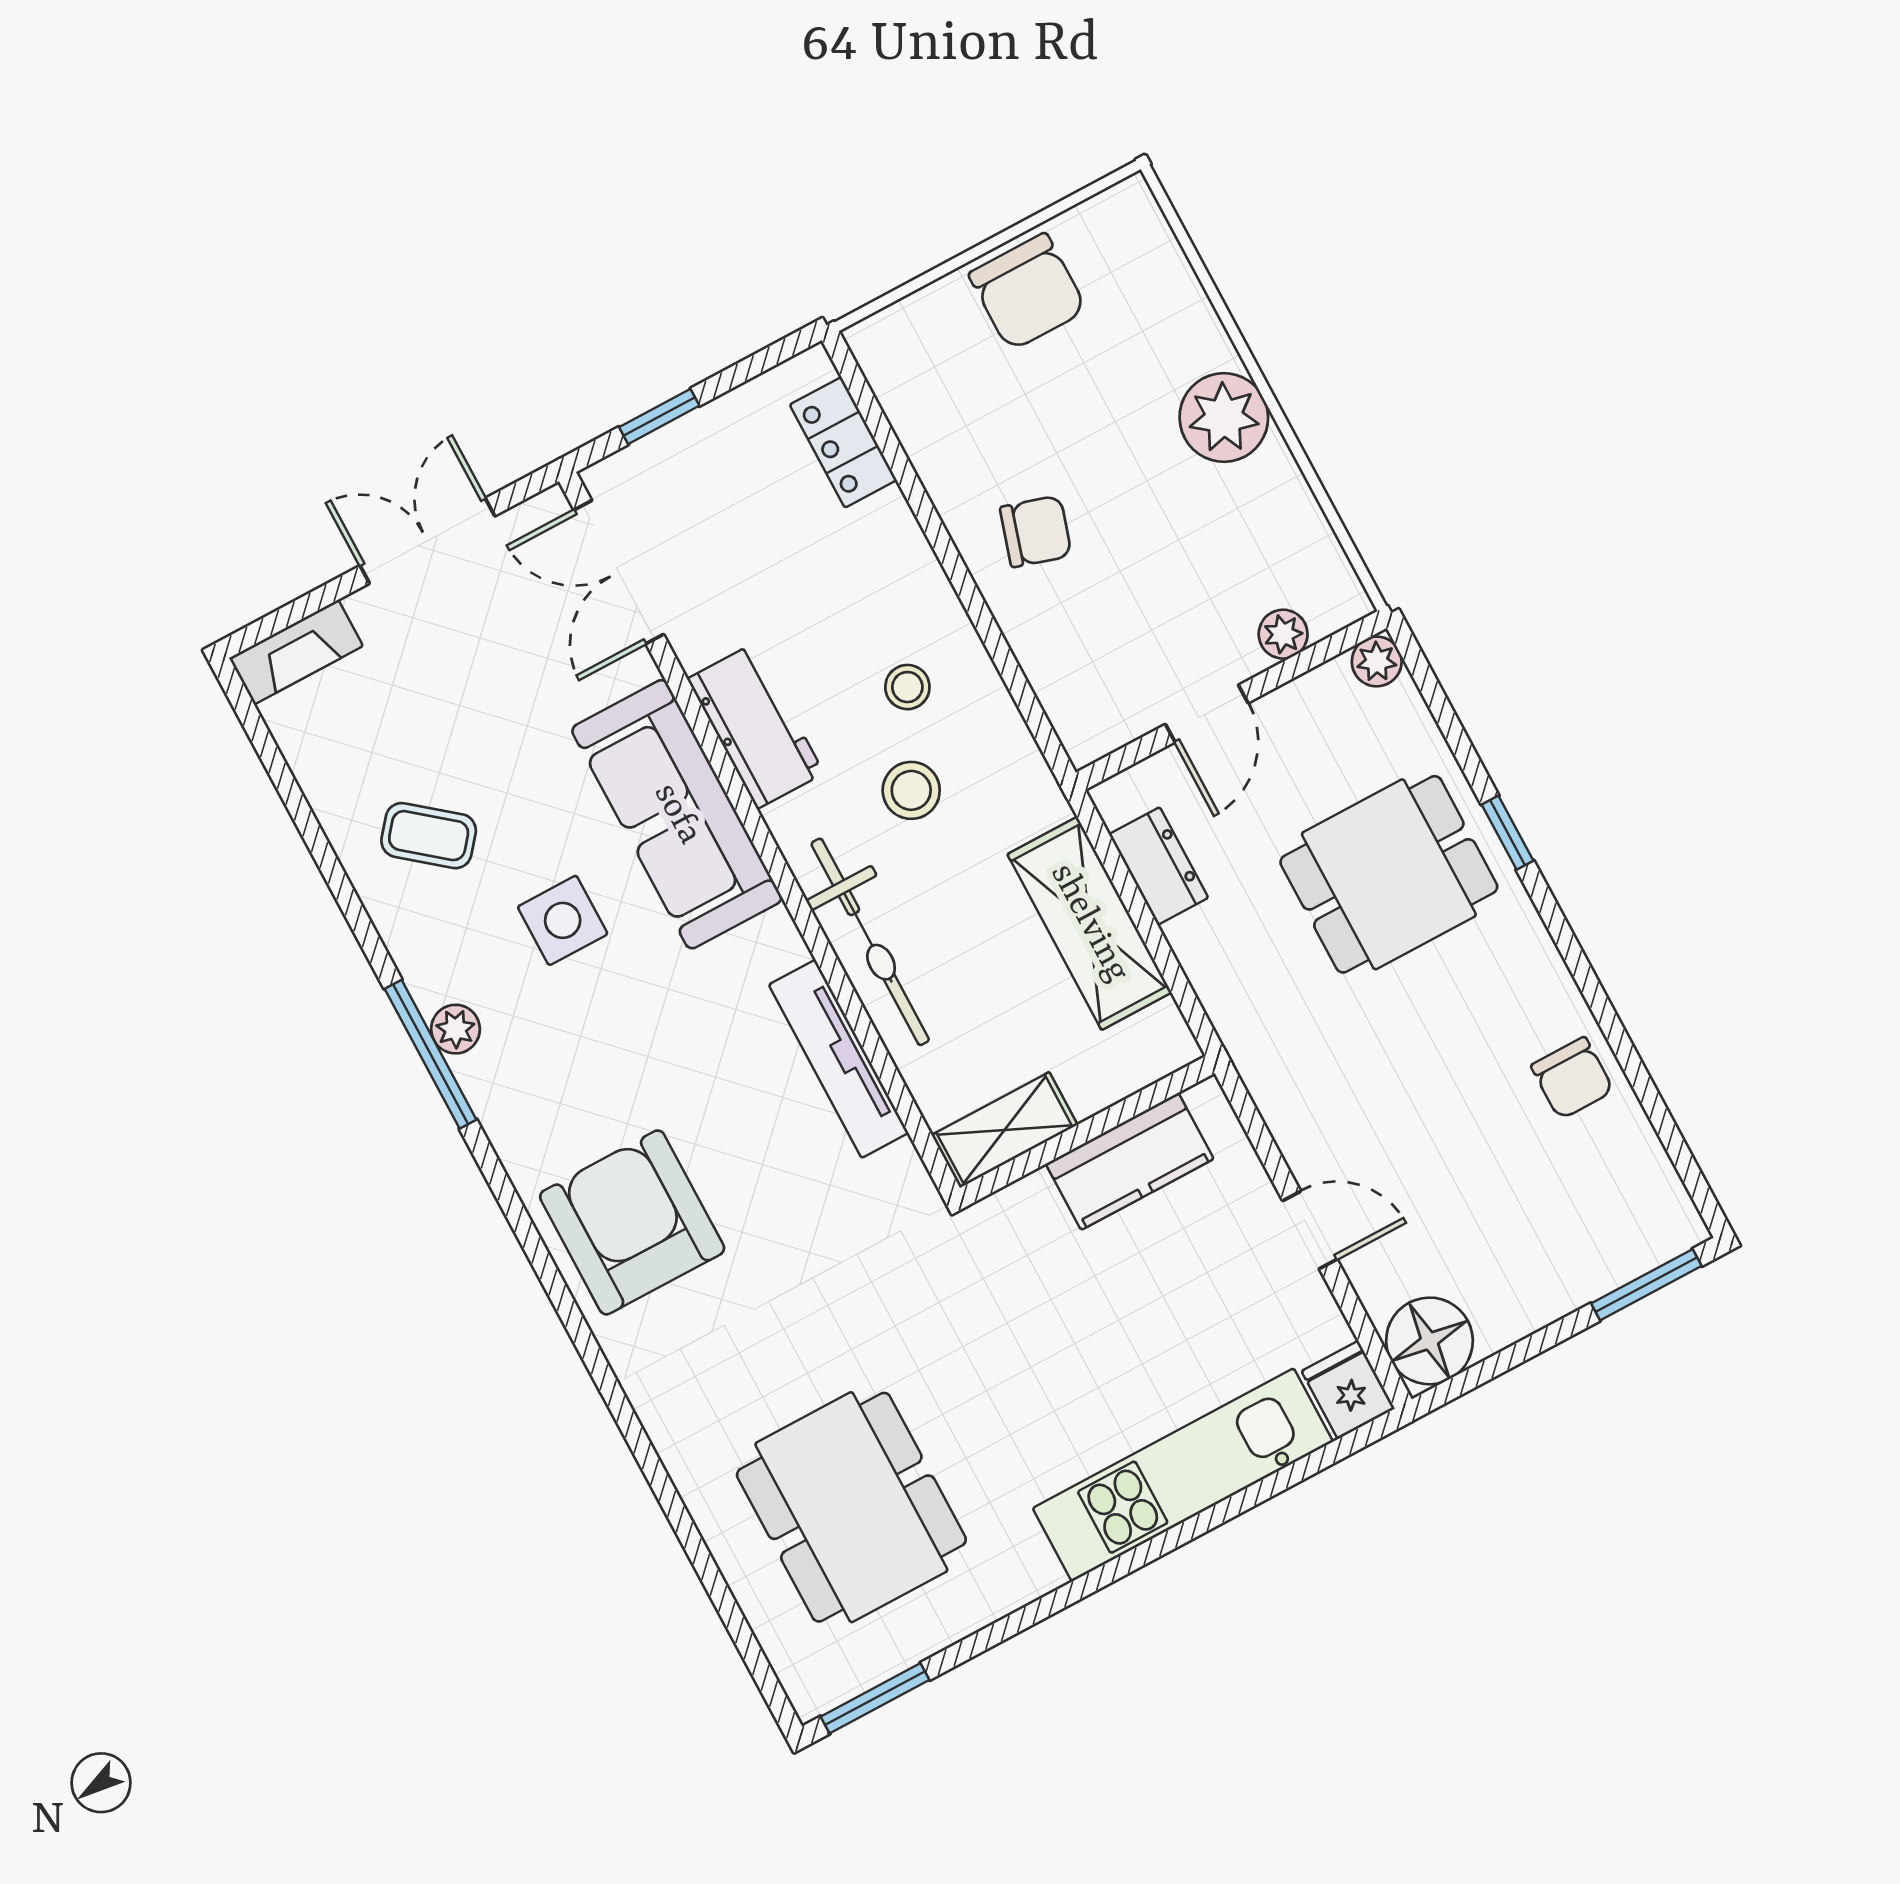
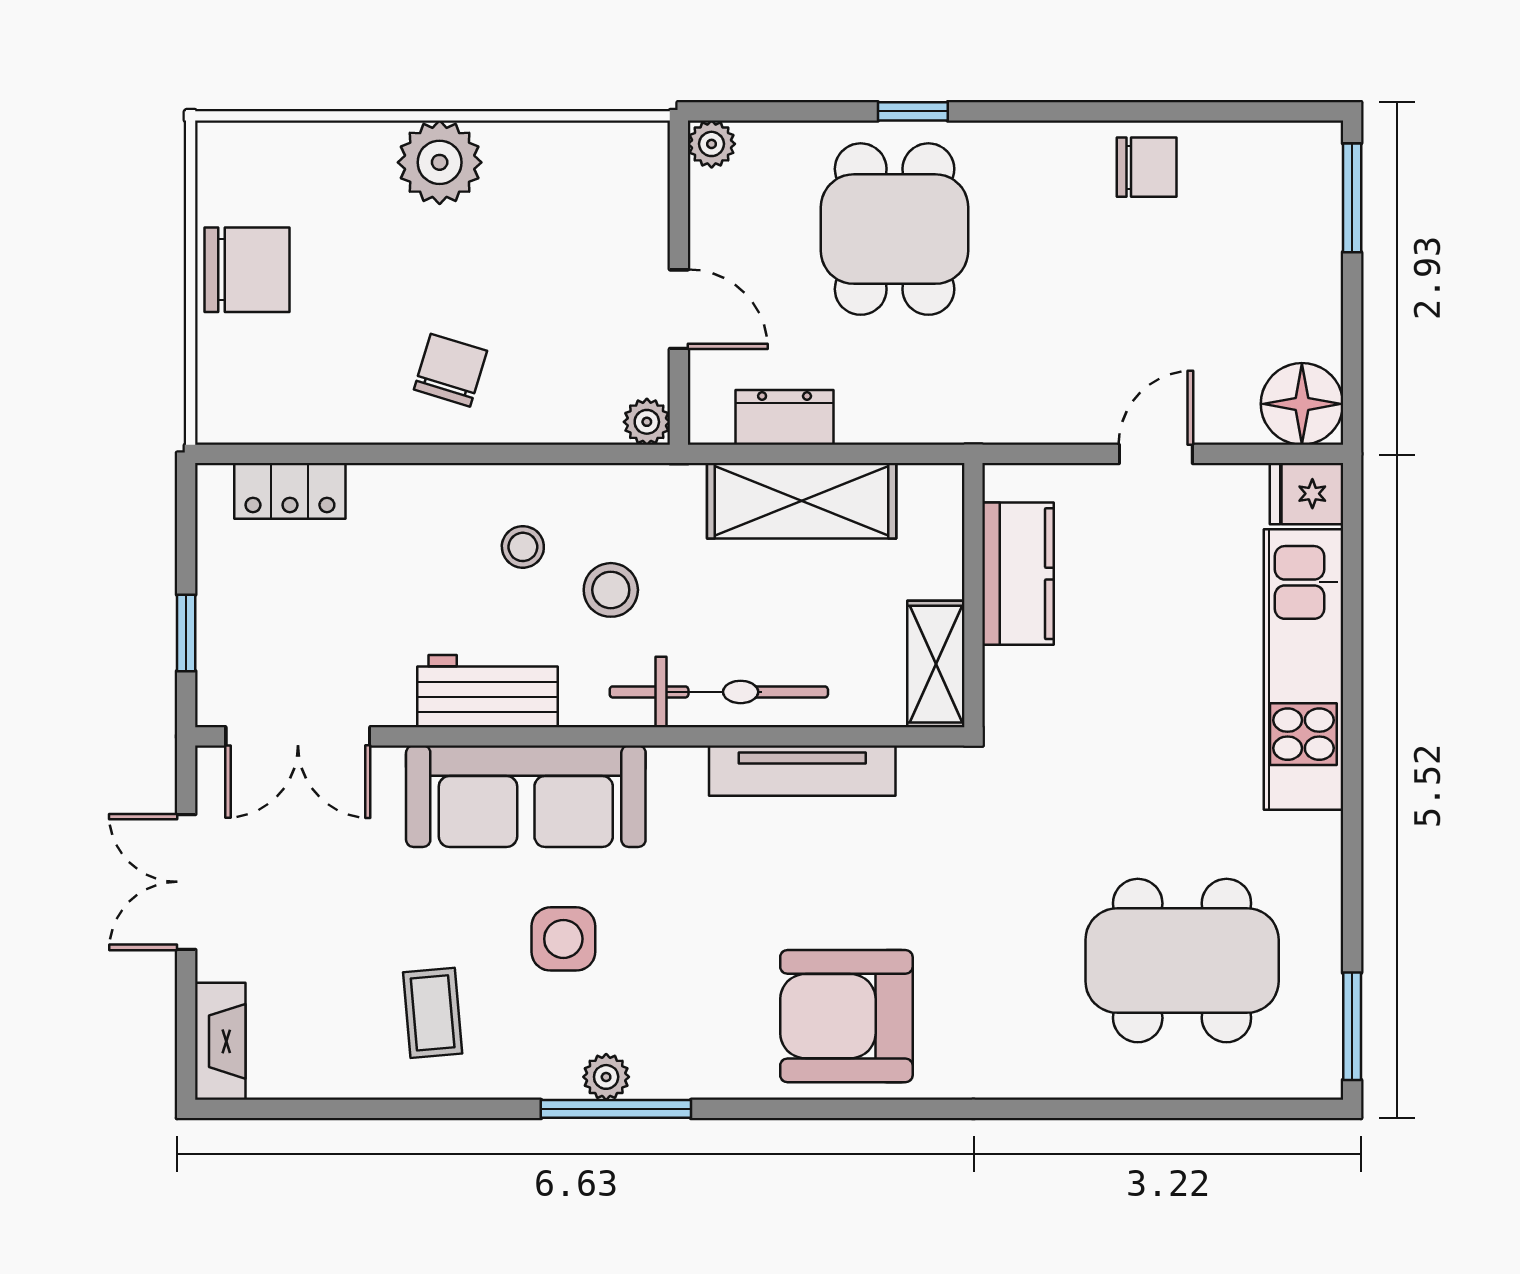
plant: (1283, 634) -> (647, 422), moved
coffee table: (429, 836) -> (433, 1013), turned -44

